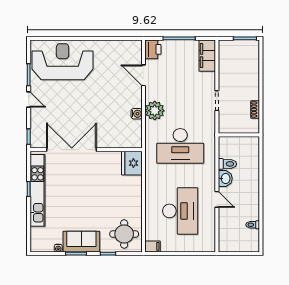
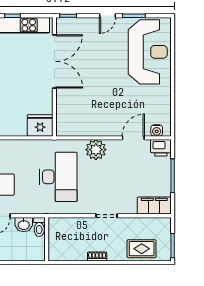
rug: (248, 68) -> (142, 249), added
water cooler: (137, 114) -> (157, 130), moved
wall: (239, 135) -> (47, 239), moved
desk: (180, 146) -> (58, 177), turned 180

